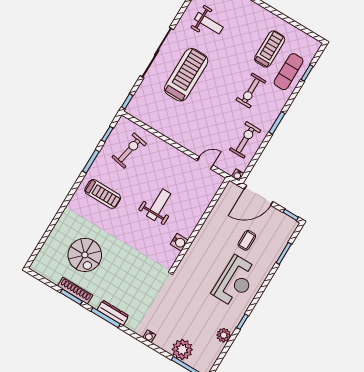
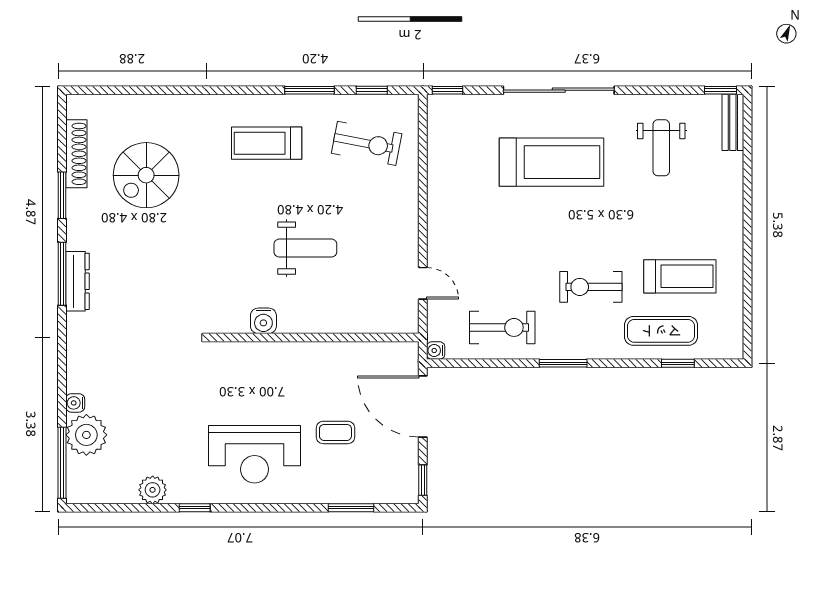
treadmill: (103, 194) -> (267, 143), turned 90
shoe rack: (75, 291) -> (76, 154), moved
water cooler: (149, 336) -> (75, 403), moved

